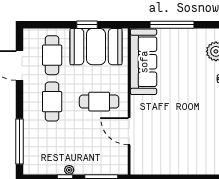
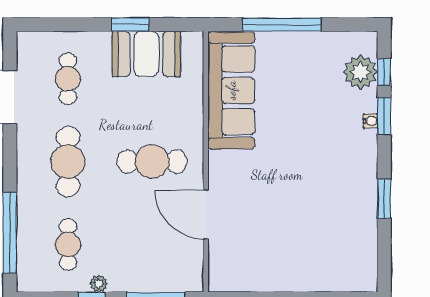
booth: (96, 47) -> (146, 54), width x0.73, depth x0.70
cafe table: (52, 55) -> (68, 79), width x0.73, depth x0.74
cafe table: (52, 148) -> (68, 245), added

